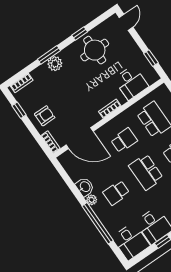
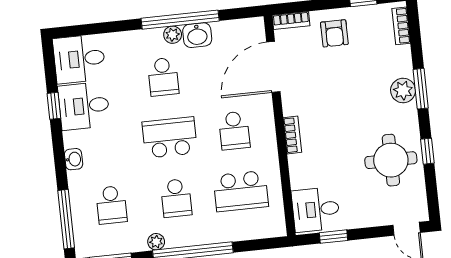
desk: (131, 83) -> (316, 209), moved
school desk: (116, 193) -> (163, 77), turned 180
window: (98, 223) -> (180, 20), moved

